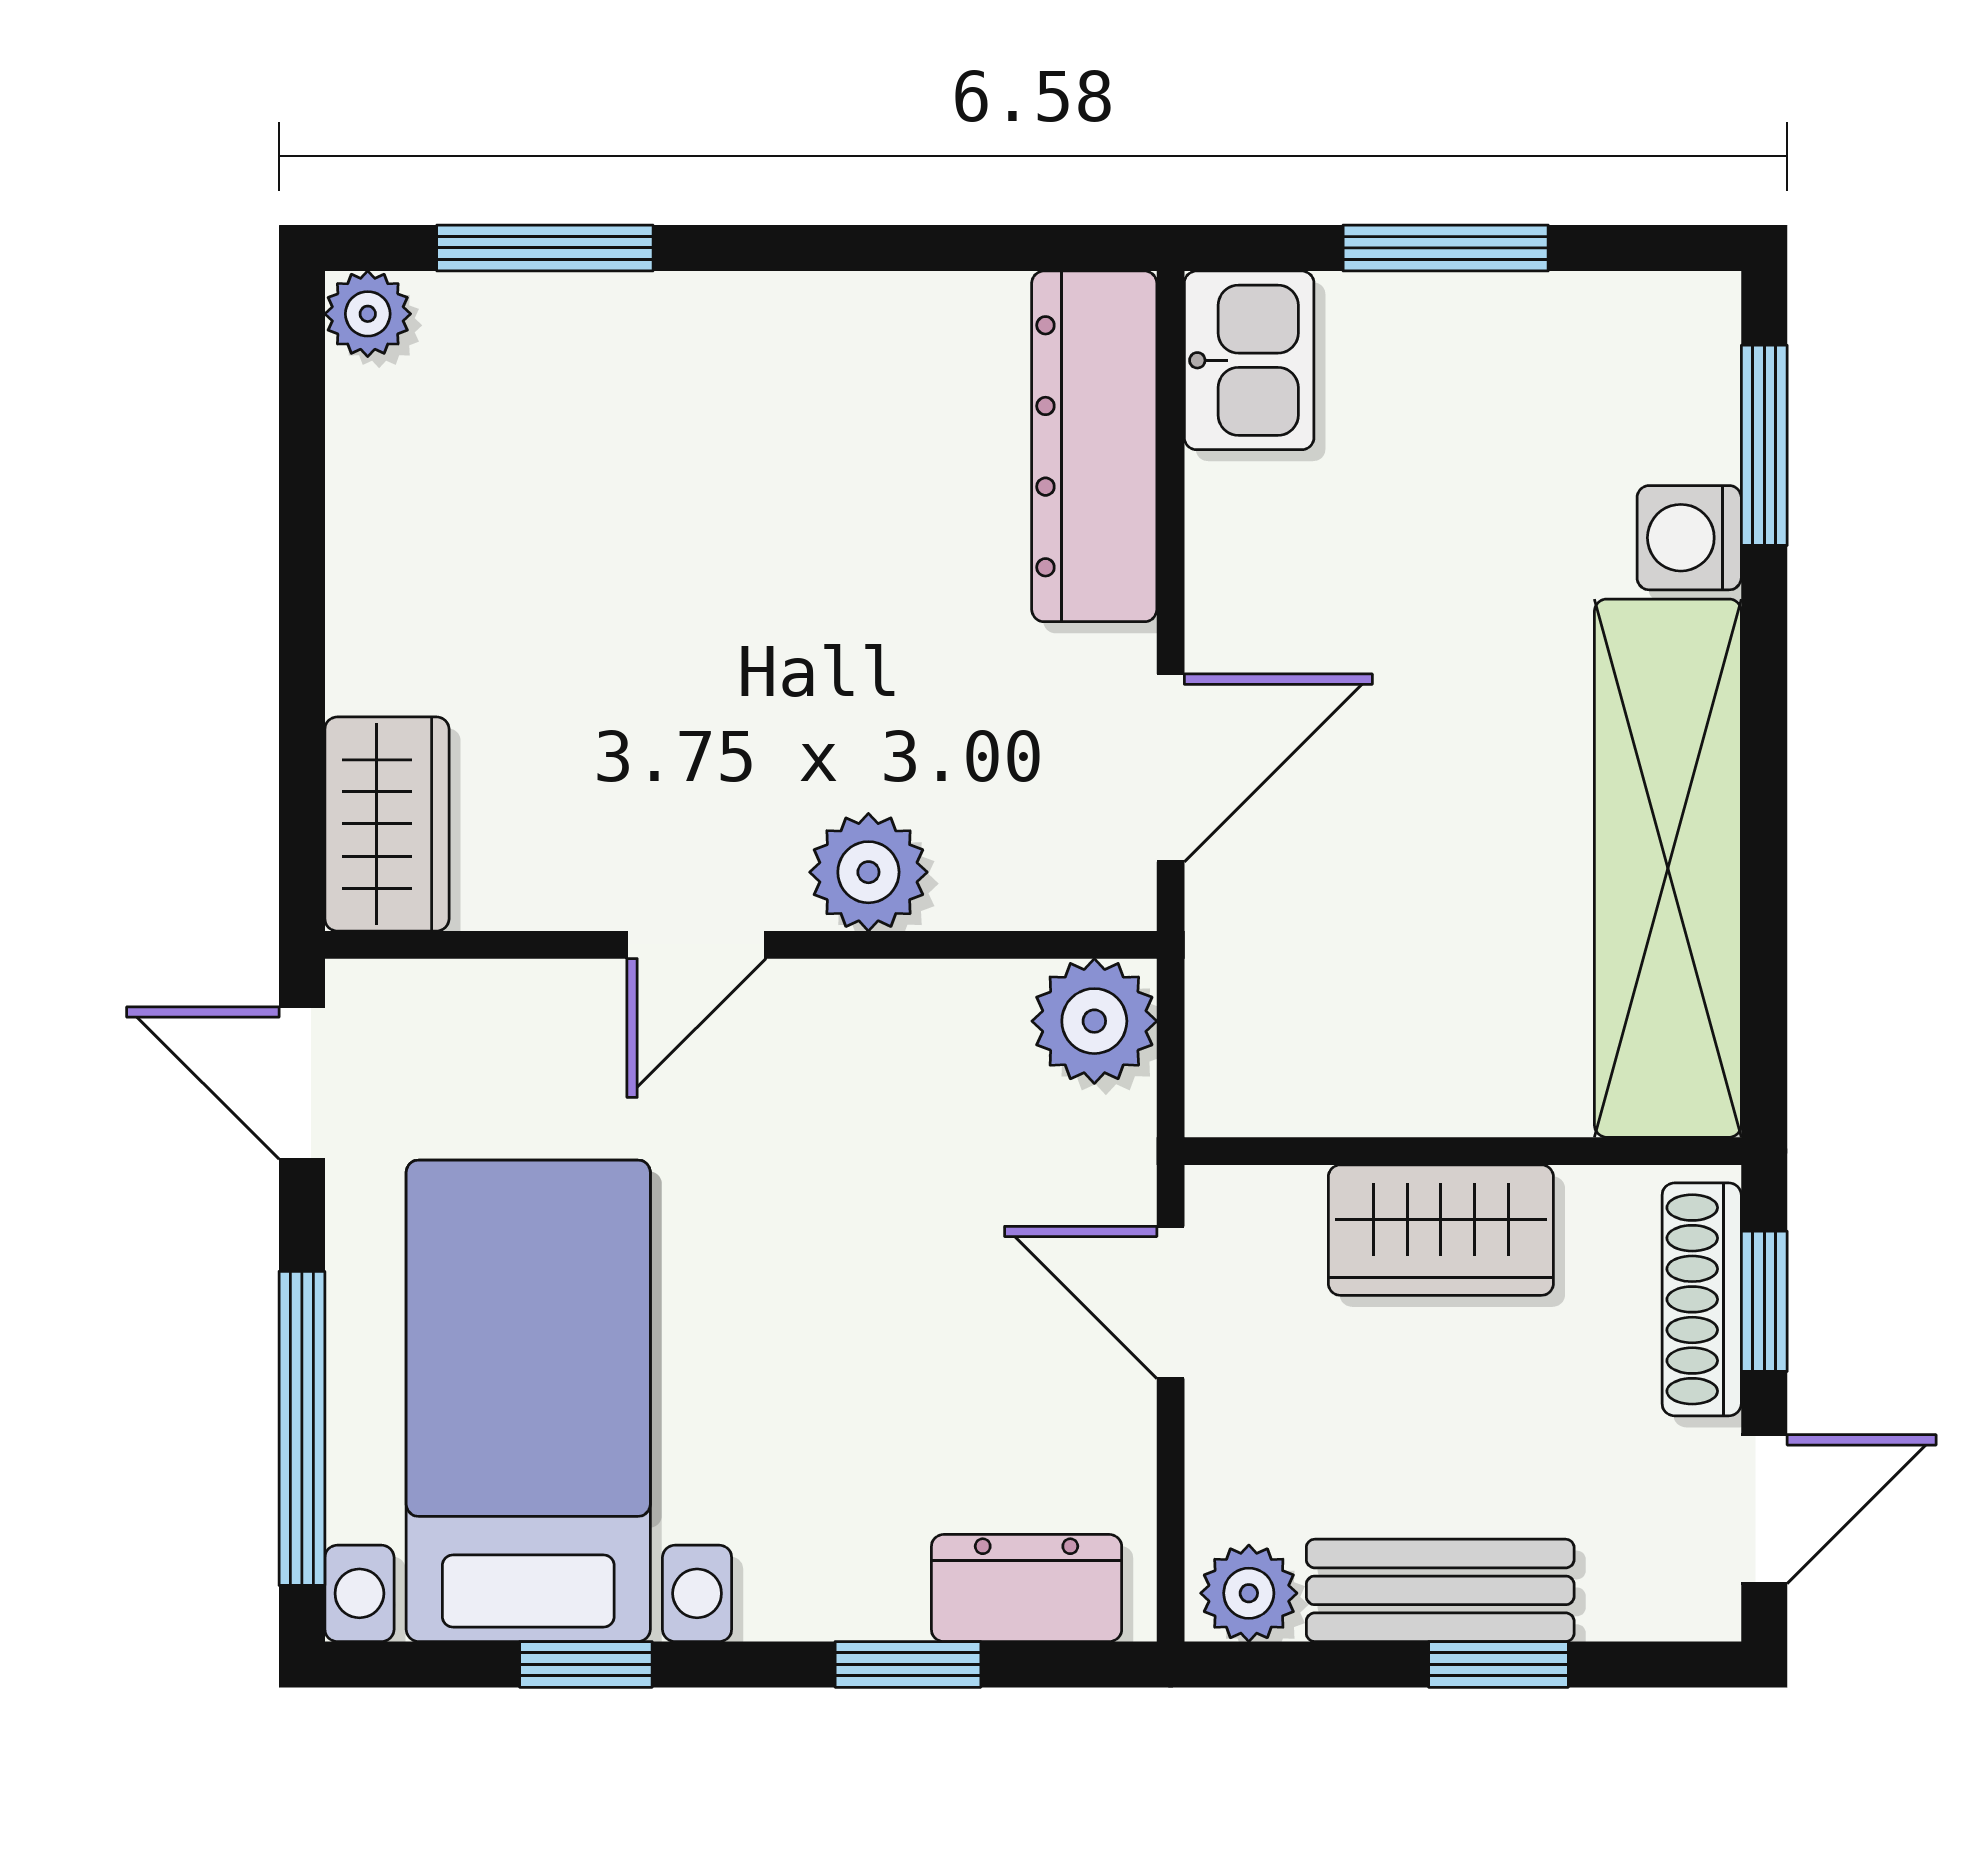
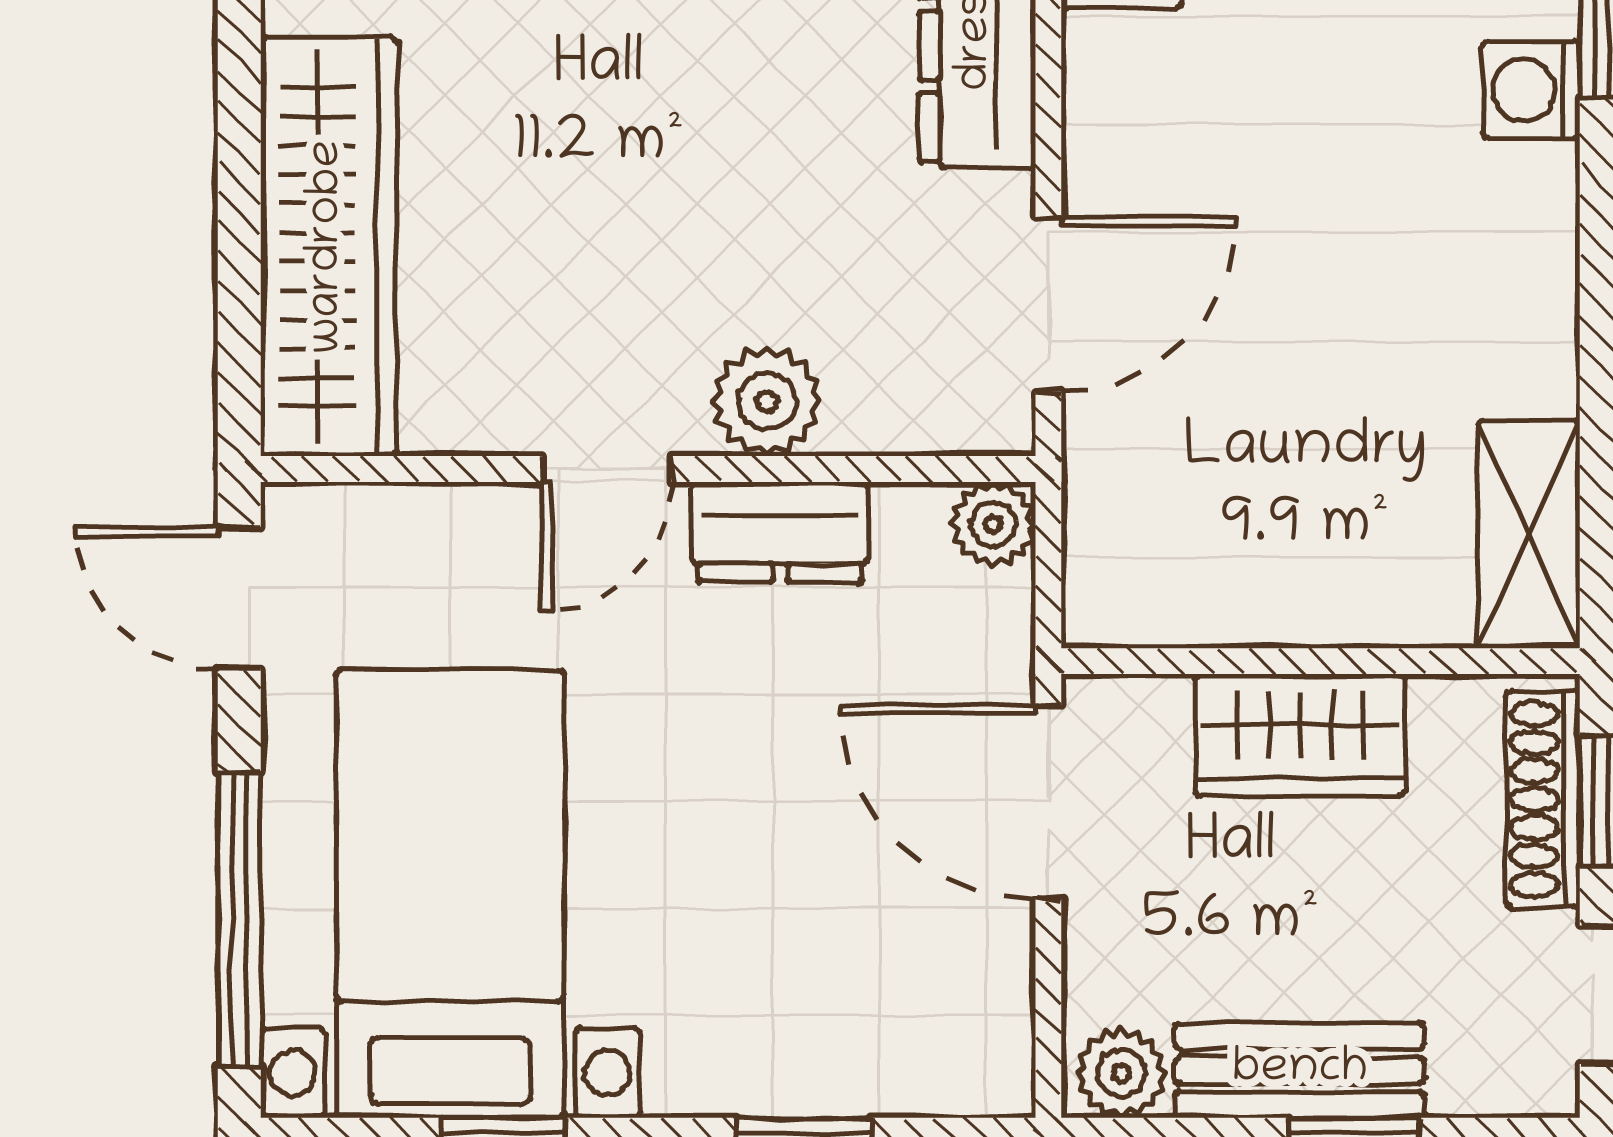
wardrobe: (387, 824) -> (328, 247), width x2.10, depth x1.17
shelving: (1668, 868) -> (1529, 534), width x0.45, depth x0.75
plant: (1094, 1021) -> (993, 524), width x0.73, depth x0.73
door: (1171, 1302) -> (1048, 802), width x1.38
dresser: (1027, 1588) -> (780, 532), moved, turned 180

